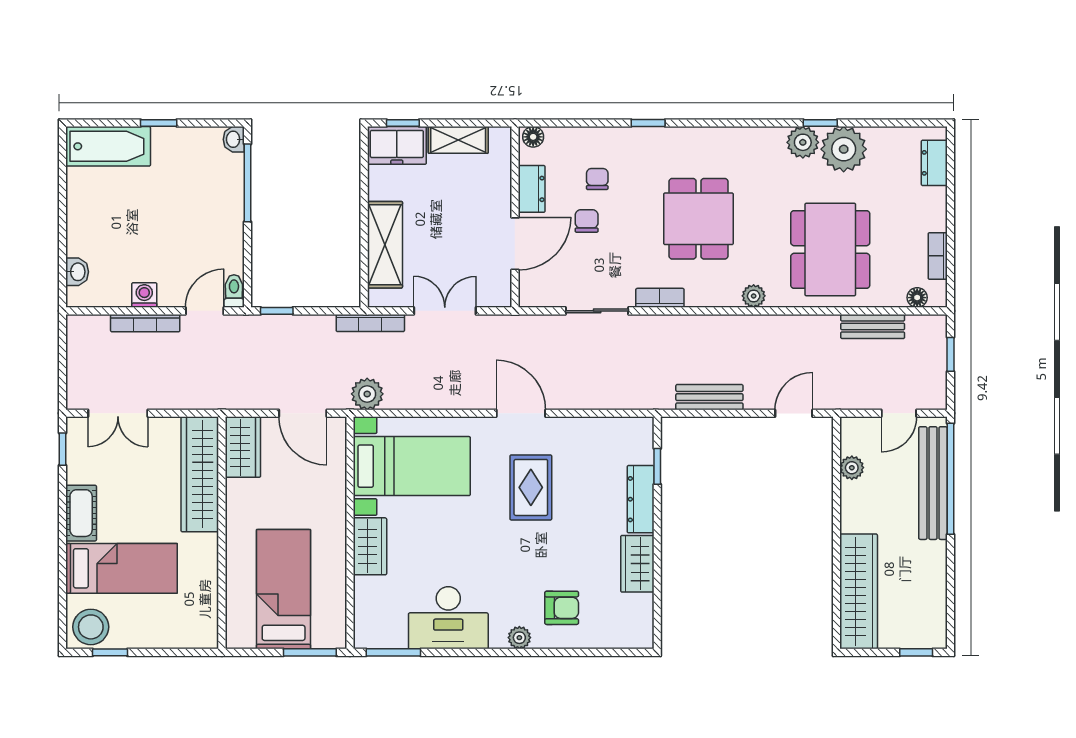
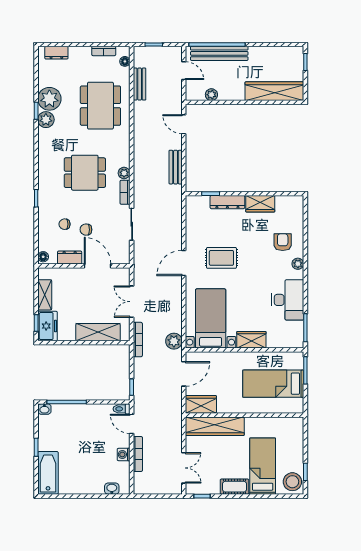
dining table: (830, 250) -> (100, 106), turned 90
plant: (754, 296) -> (124, 173), moved

